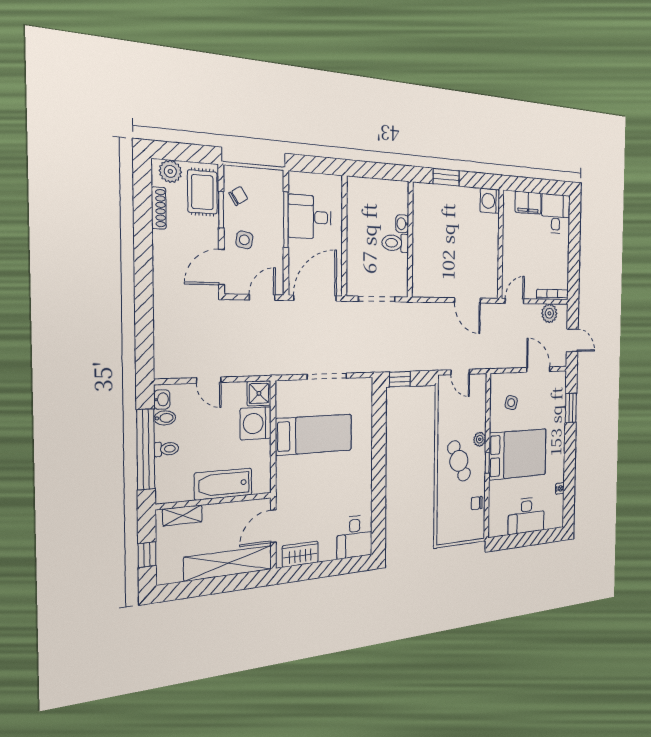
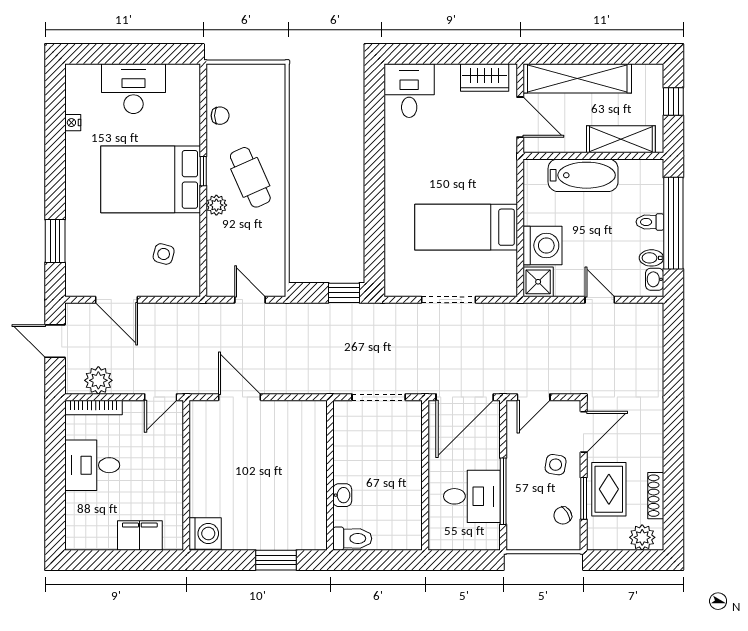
rug: (202, 192) -> (609, 489), moved
desk: (556, 214) -> (92, 465), moved, turned 90
toilet: (395, 243) -> (352, 539), moved
shelving: (182, 515) -> (621, 139), width x1.50, depth x1.33
door: (273, 526) -> (520, 117), hinge flipped

